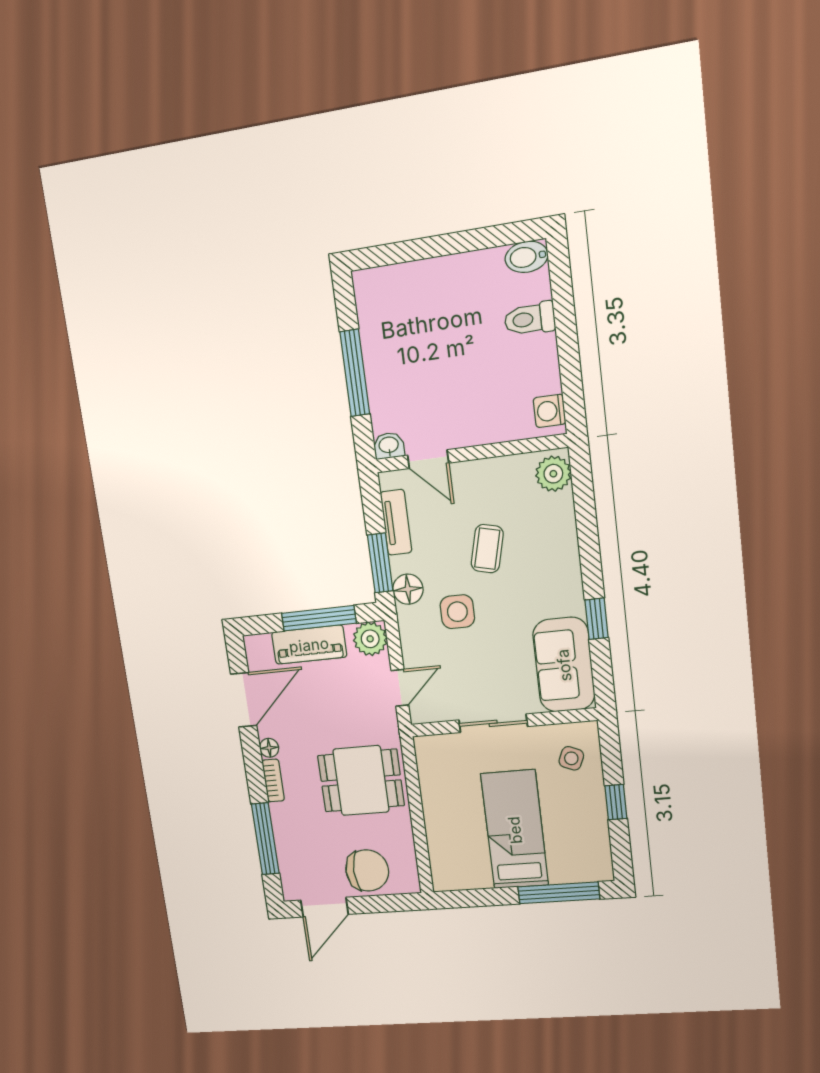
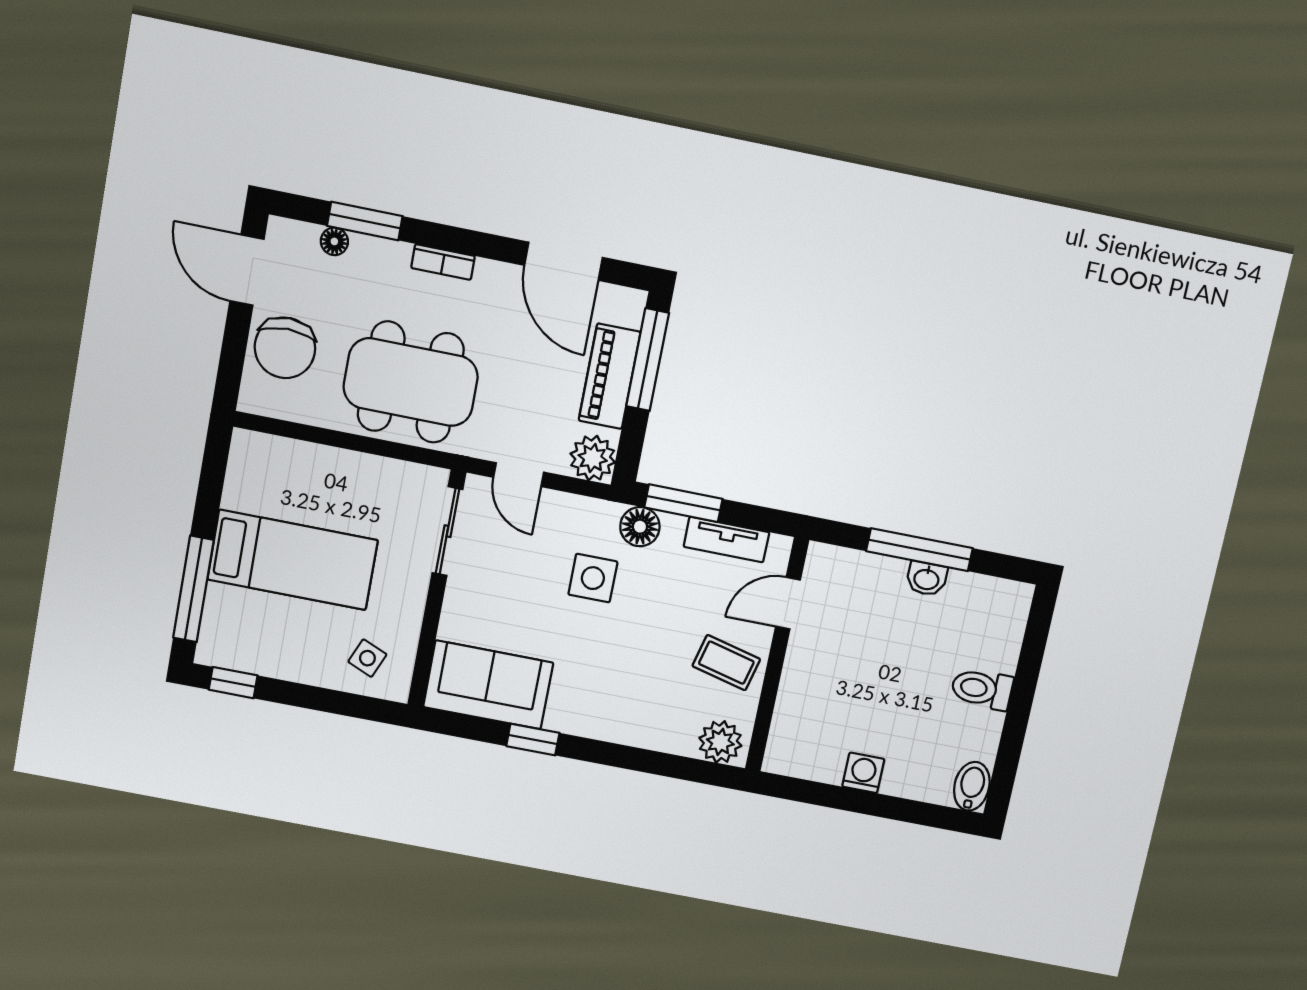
toilet: (530, 319) -> (982, 689), moved, turned -90
washing machine: (550, 411) -> (863, 773), moved
washbasin: (389, 446) -> (927, 579), moved, turned 90
coffee table: (487, 549) -> (726, 663), moved
window: (319, 618) -> (648, 360), moved
sliding door: (493, 723) -> (448, 531), moved
floor lamp: (269, 748) -> (334, 241), moved
dining table: (361, 781) -> (411, 382), width x1.38
window: (616, 802) -> (233, 683), moved
window: (265, 839) -> (365, 221), width x0.69

